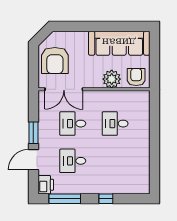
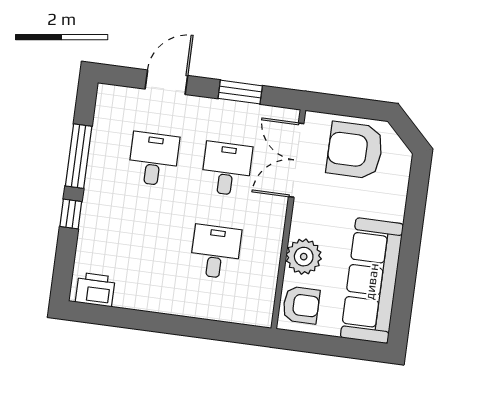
window: (33, 133) -> (240, 92), moved
door: (33, 160) -> (166, 82), hinge flipped
printer: (46, 185) -> (95, 290), moved, turned 180
window: (65, 199) -> (79, 156), moved

